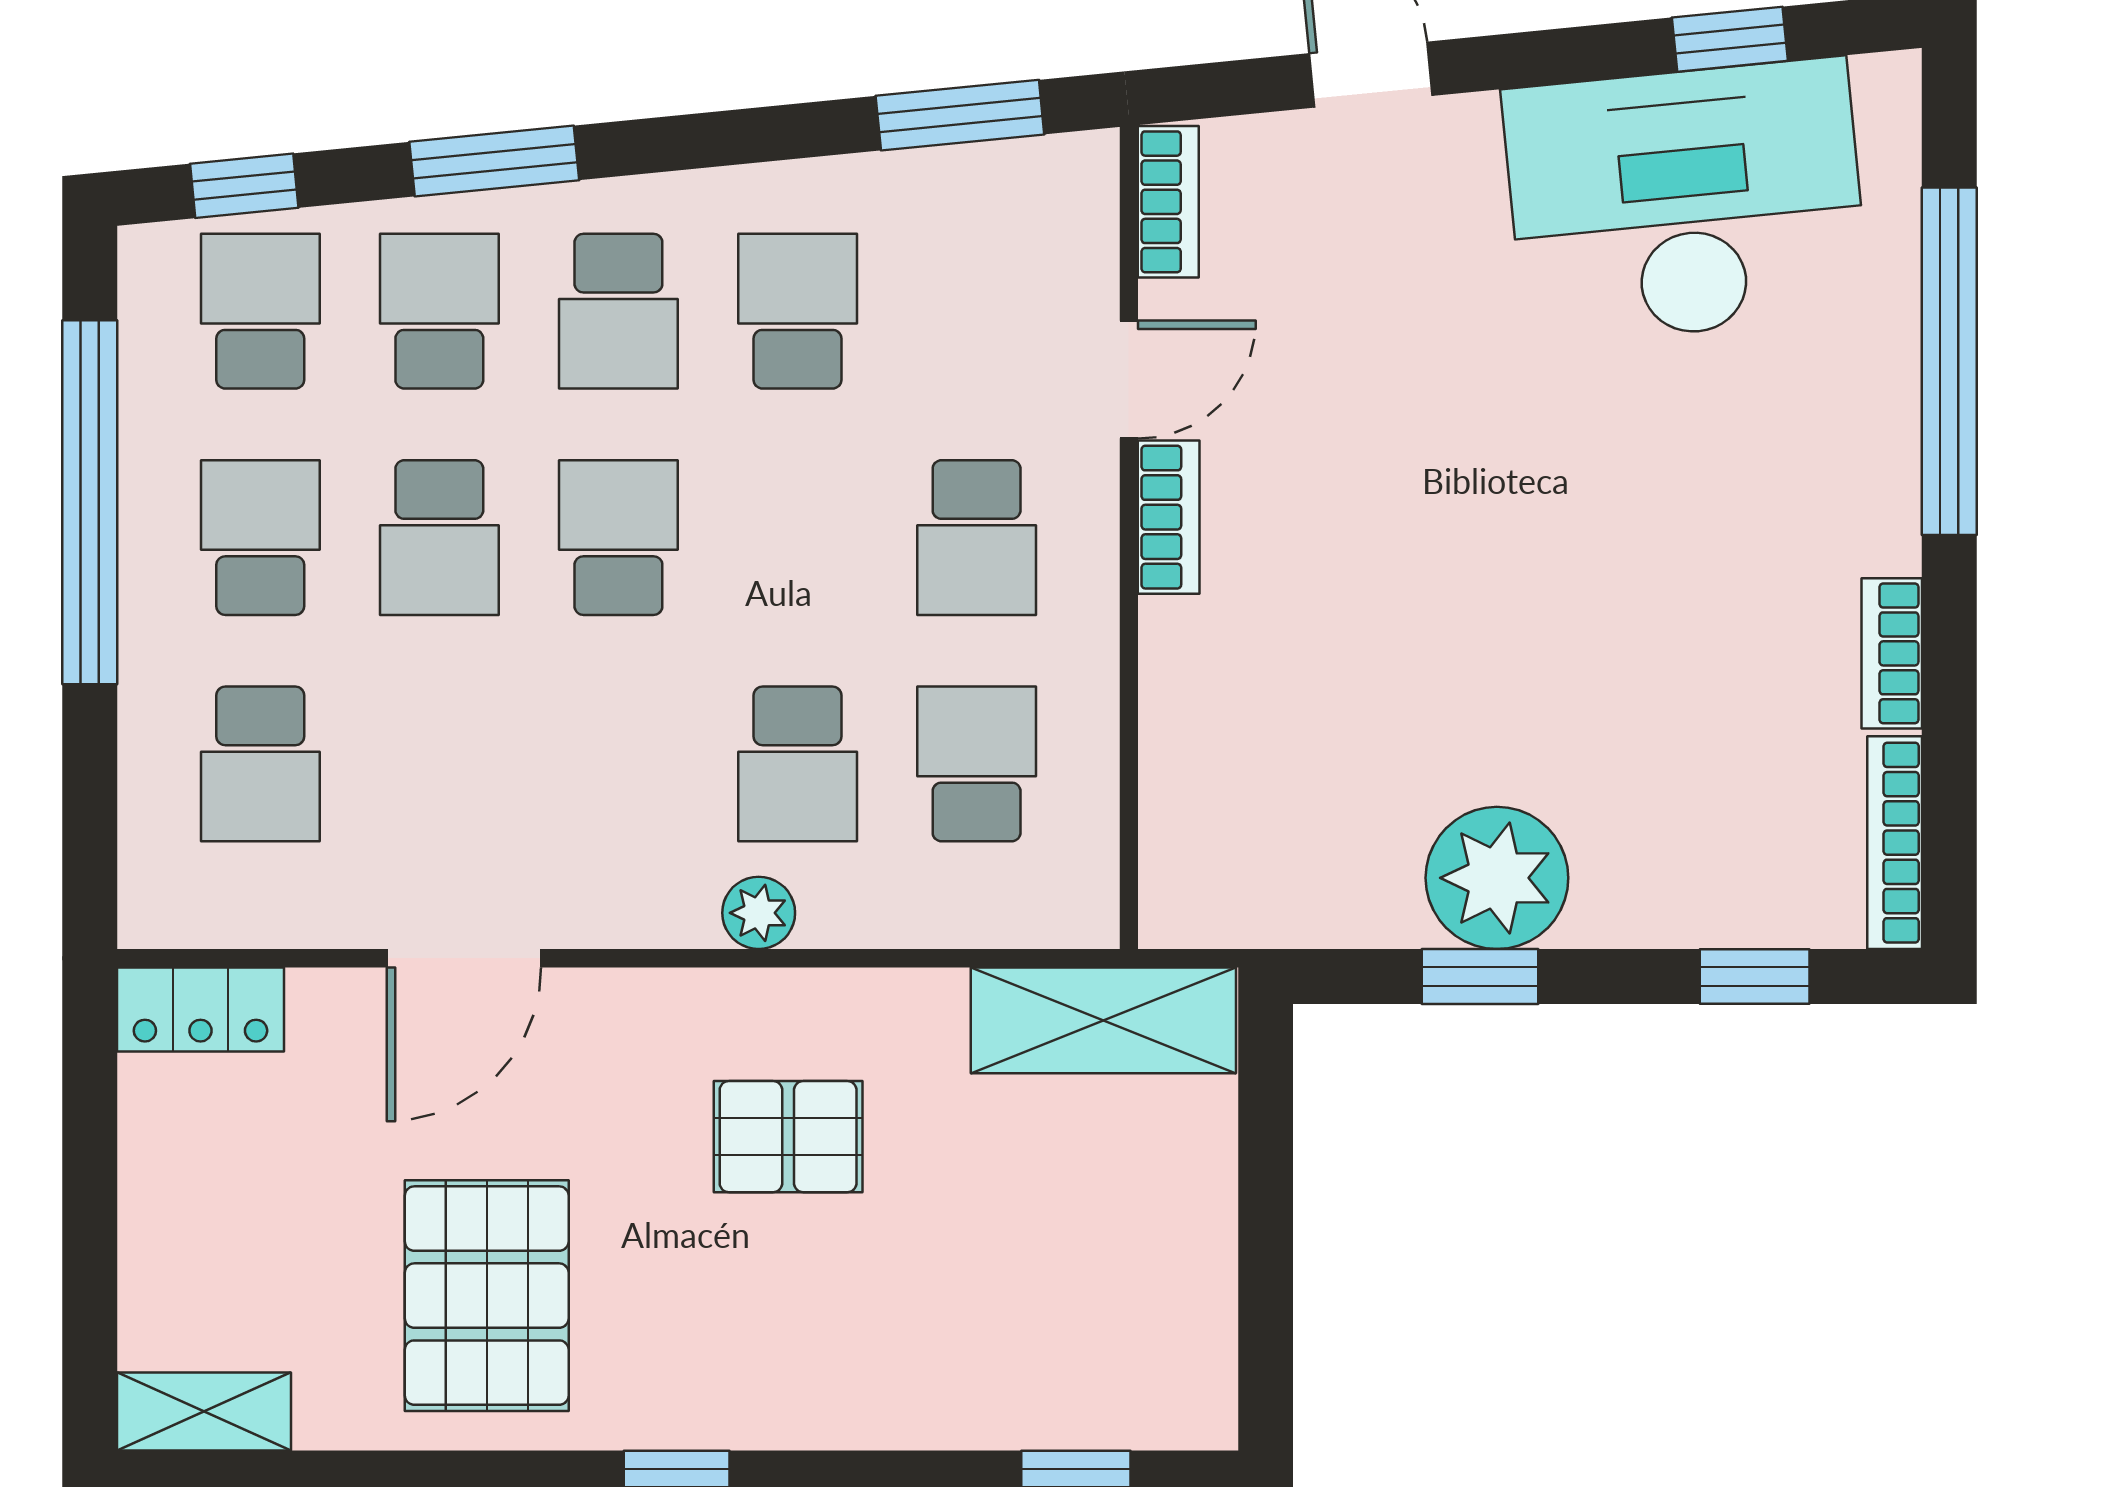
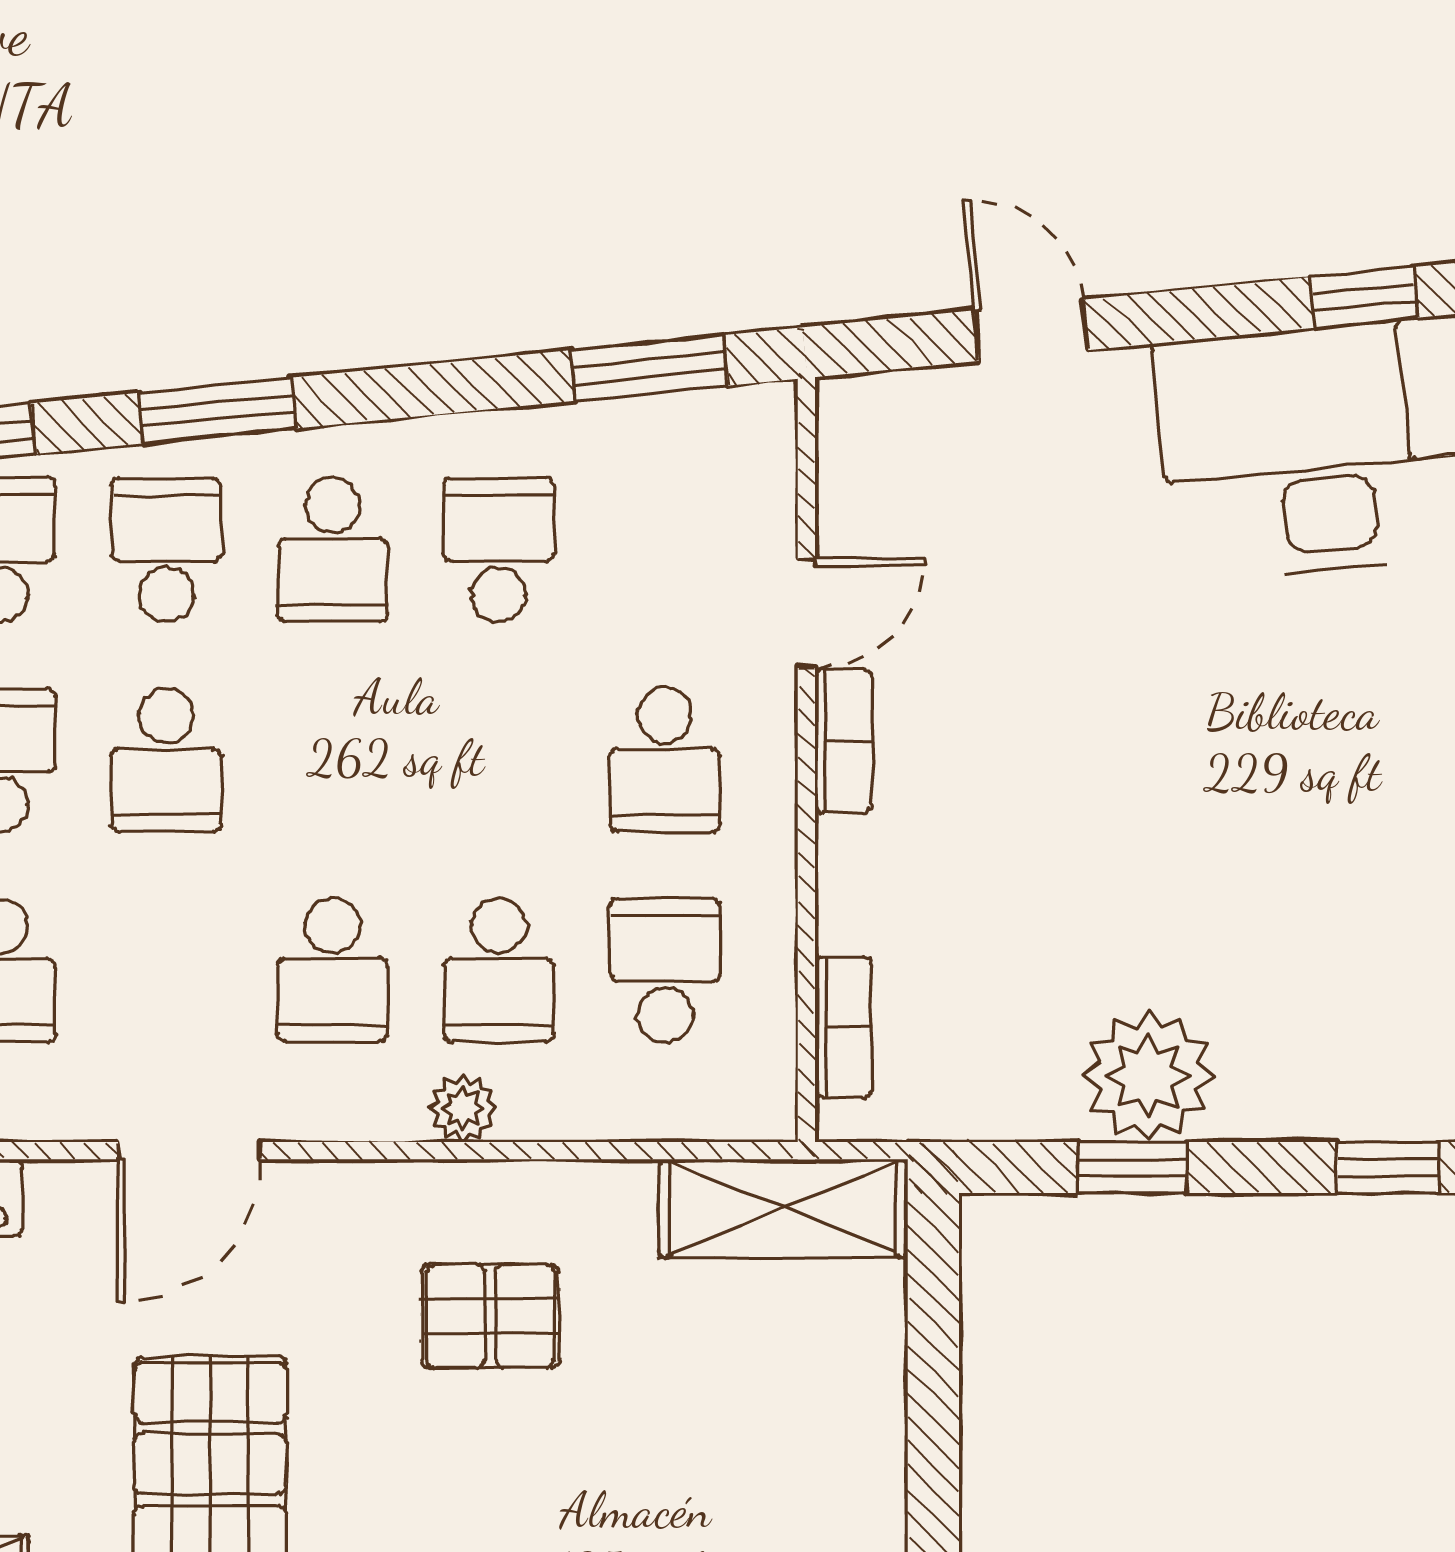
bookcase: (1168, 202) -> (843, 1027), moved
school desk: (618, 538) -> (333, 970), moved, turned 180

